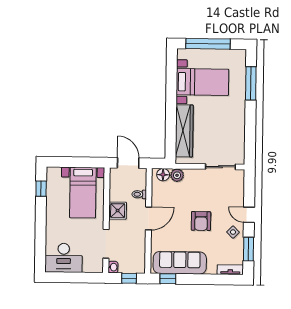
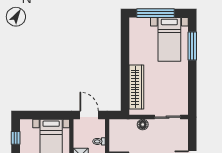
bed with nightstands: (203, 82) -> (169, 39), moved, turned 90
floor lamp: (163, 175) -> (143, 125), moved
plant: (177, 175) -> (131, 125), removed

